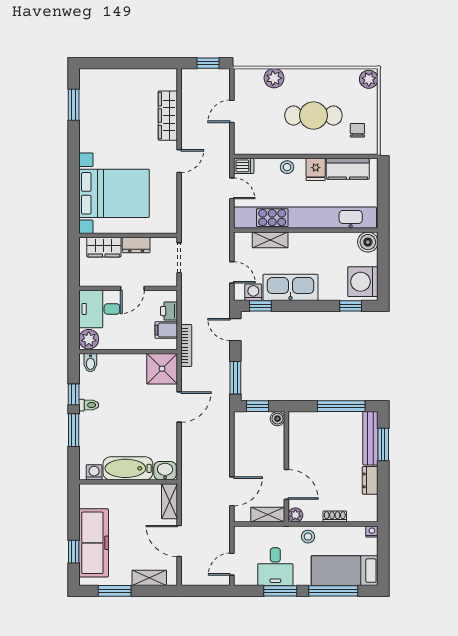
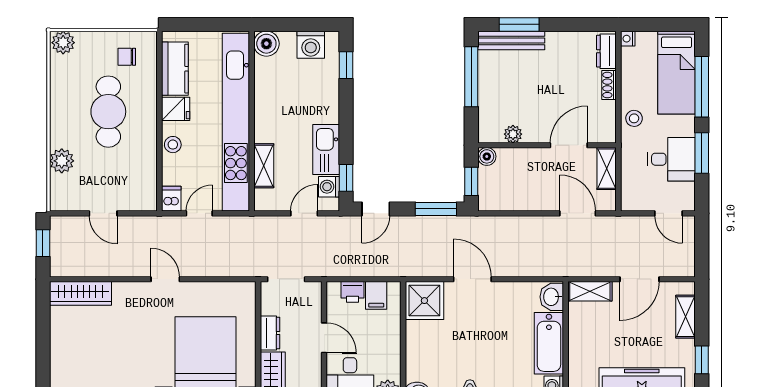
wardrobe: (168, 116) -> (80, 293), moved
washing machine: (363, 282) -> (311, 45), width x0.73, depth x0.73
kitchen sink: (290, 287) -> (326, 149), width x0.73, depth x0.81
bookcase: (186, 345) -> (395, 270), removed
dresser: (370, 480) -> (606, 51), moved, turned 90
plant: (295, 515) -> (513, 134), moved
window: (115, 591) -> (702, 360), width x0.67

